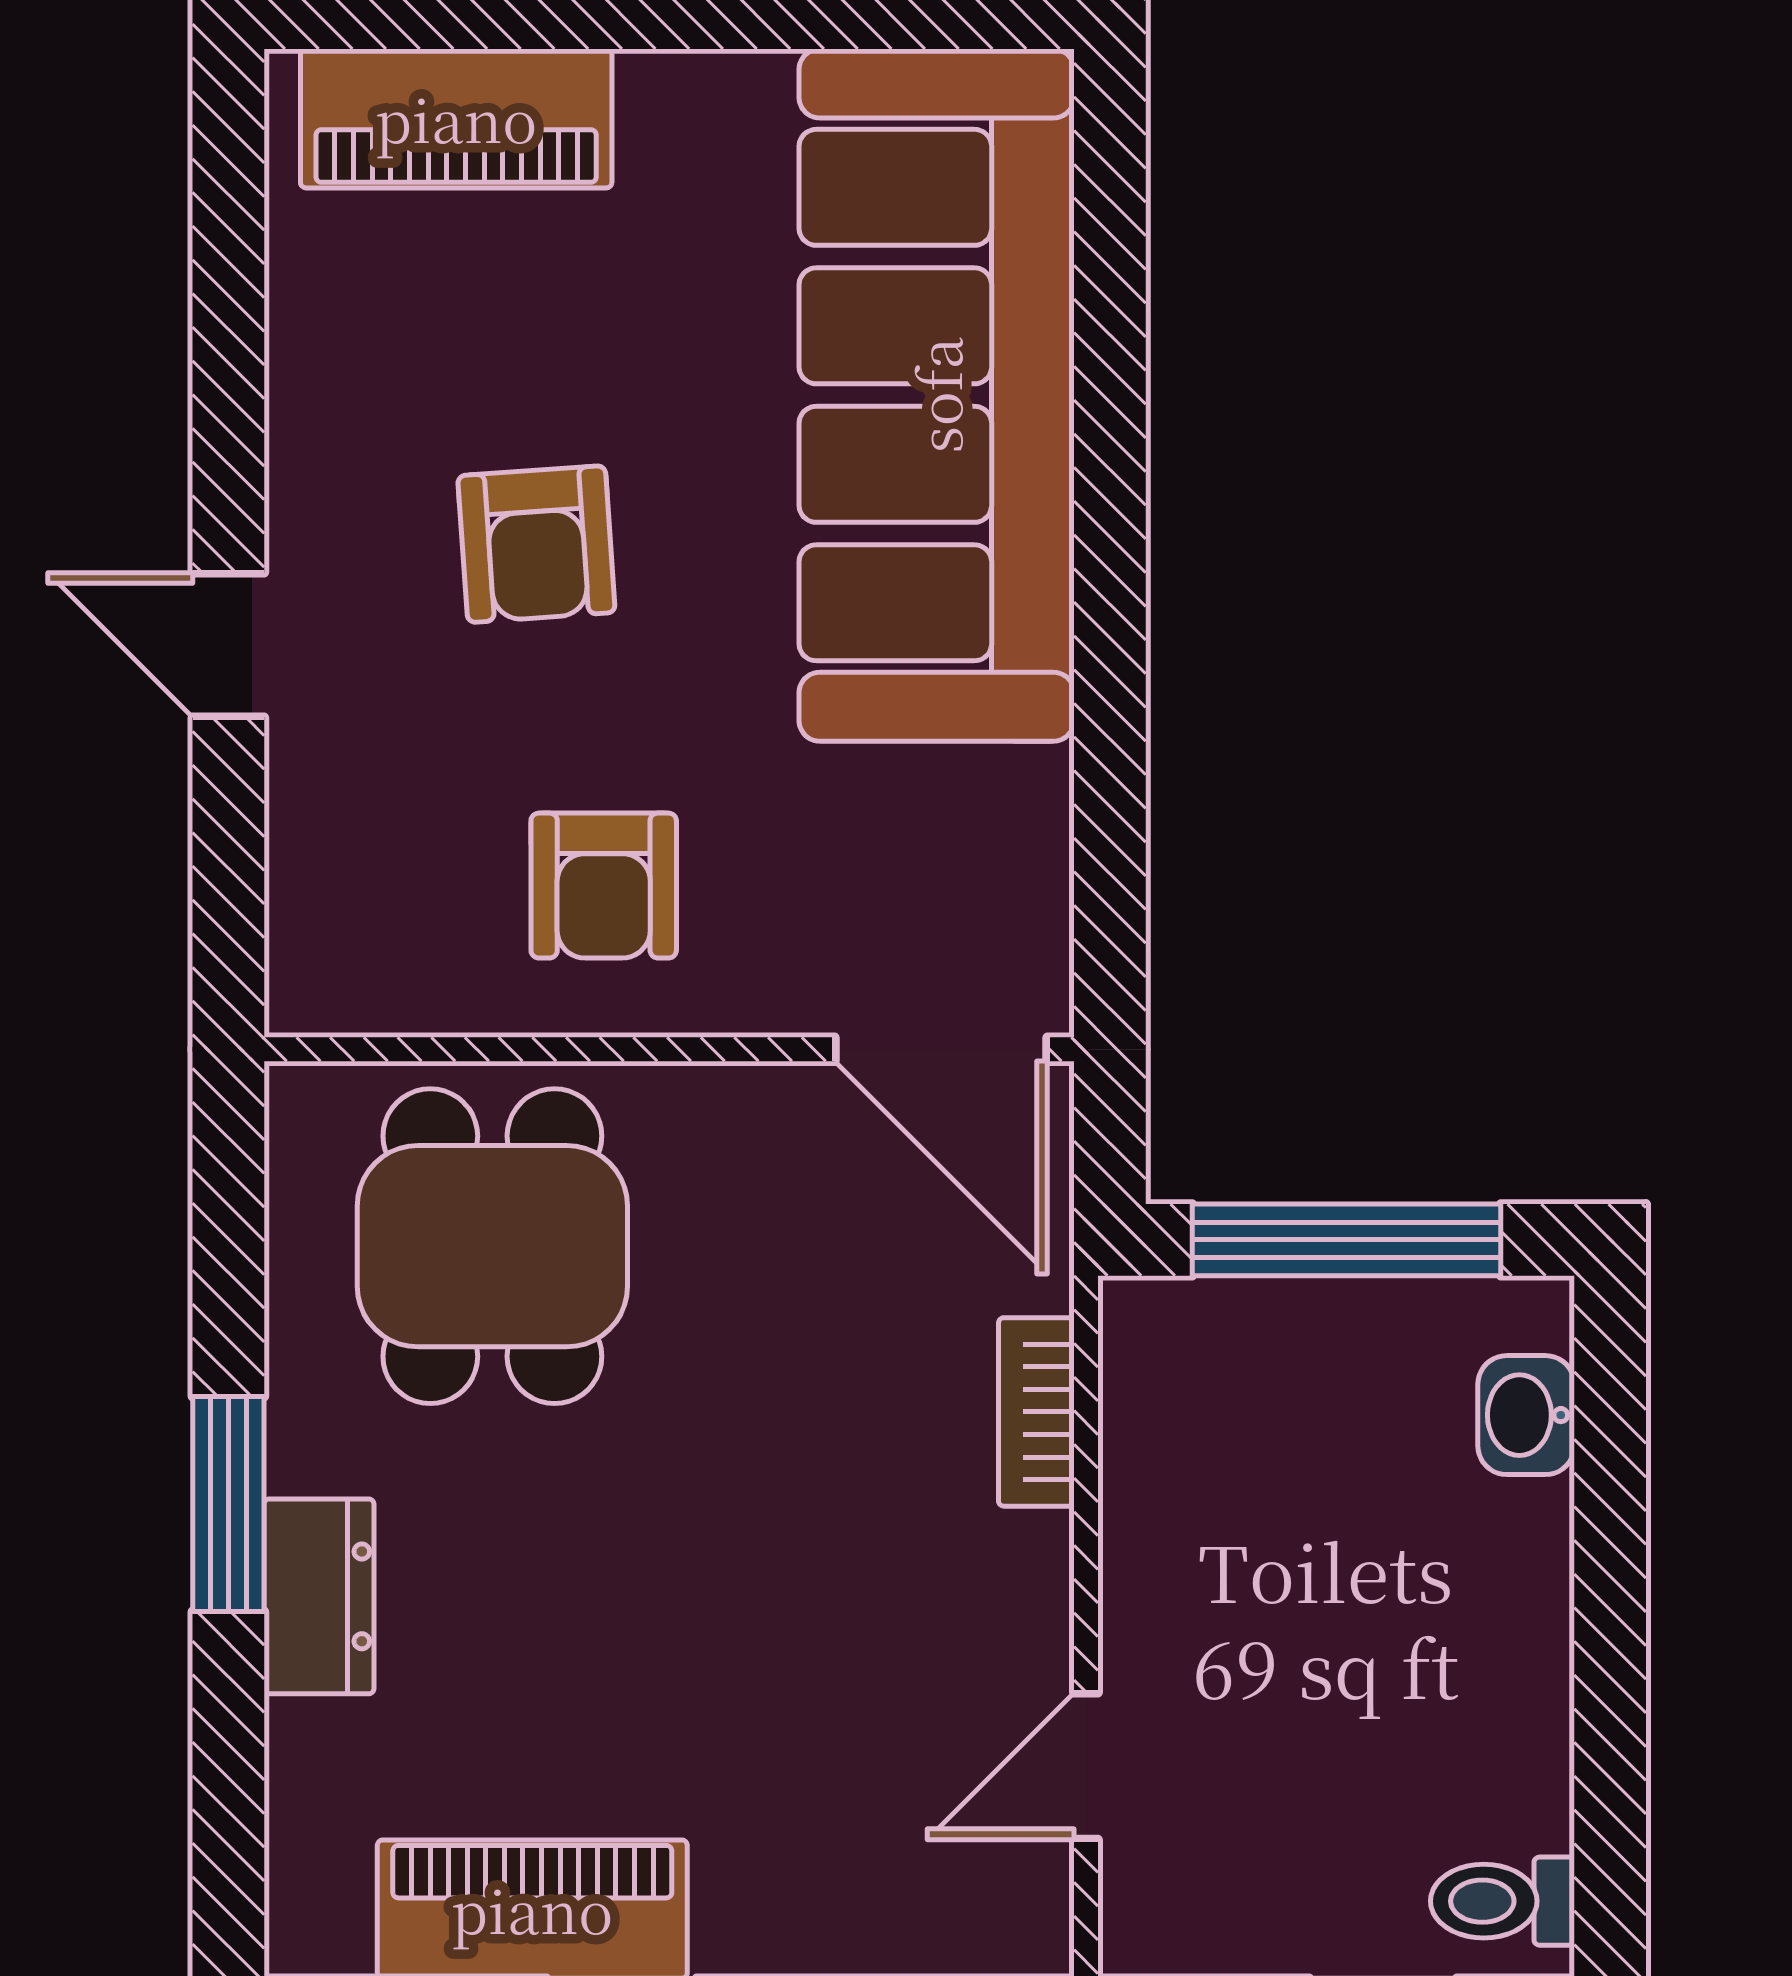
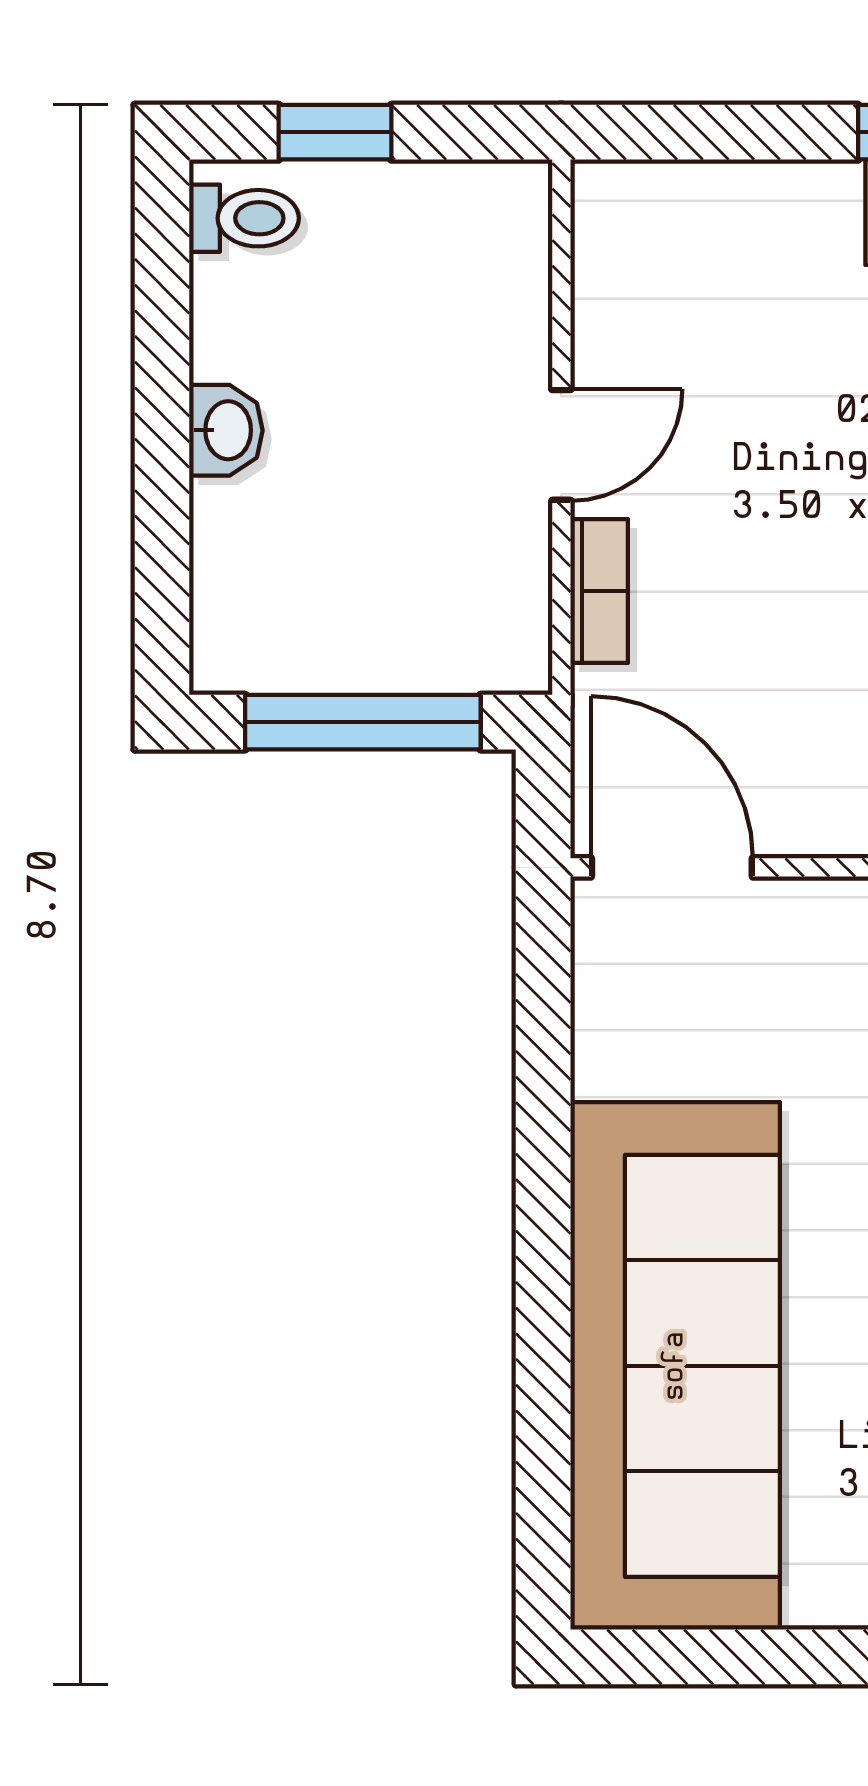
washbasin: (1526, 1415) -> (226, 430), moved
door: (1086, 1766) -> (561, 445), moved

